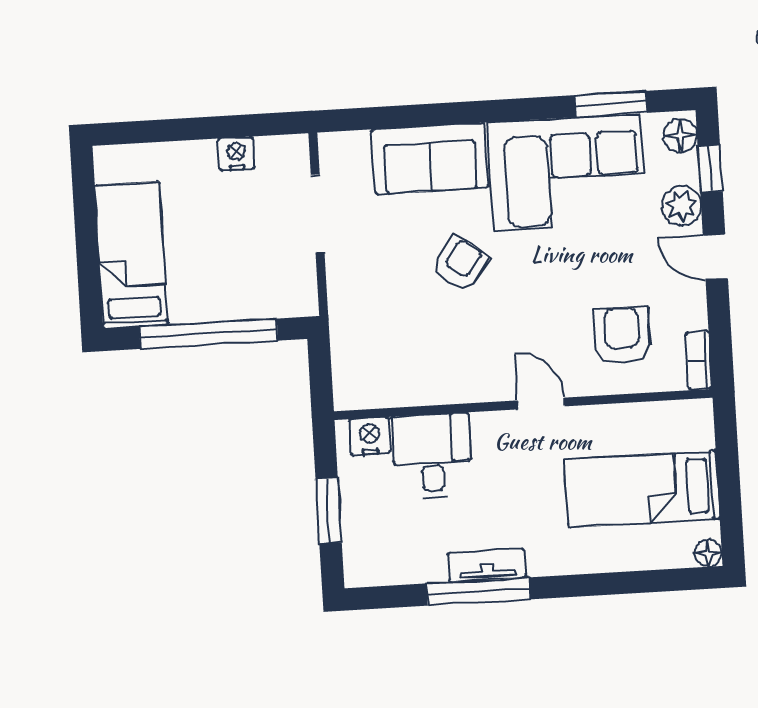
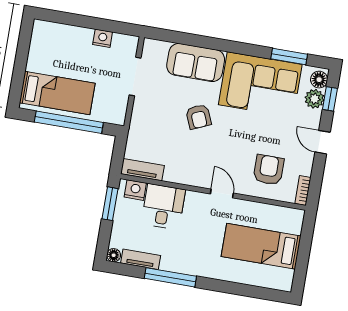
plant: (682, 206) -> (314, 99), moved
bed: (131, 255) -> (57, 93), moved, turned 90
armchair: (460, 263) -> (198, 117), turned 120
tv unit: (375, 393) -> (142, 170), added
window: (329, 510) -> (110, 204), moved
floor lamp: (708, 553) -> (114, 255), moved
tv unit: (487, 565) -> (141, 259), moved

